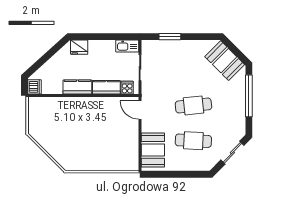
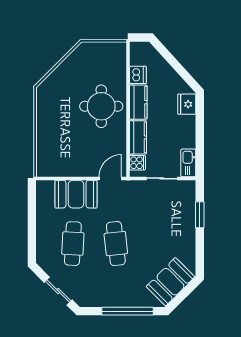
dishwasher: (34, 87) -> (138, 75), moved, turned -90
round table: (81, 117) -> (101, 106), added
booth: (153, 150) -> (76, 194), moved

